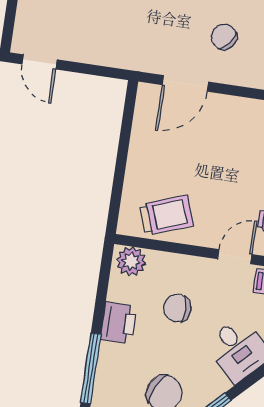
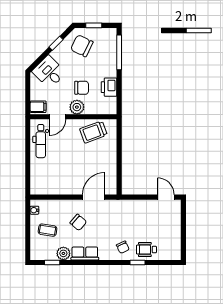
plant: (131, 261) -> (77, 107), moved
printer: (118, 323) -> (109, 87), moved

